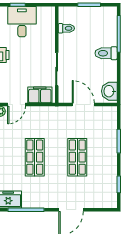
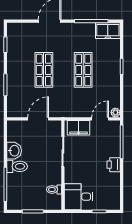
desk: (22, 22) -> (79, 197), moved, turned 90
washbasin: (109, 91) -> (14, 151), moved
door: (83, 105) -> (38, 119), swing flipped

